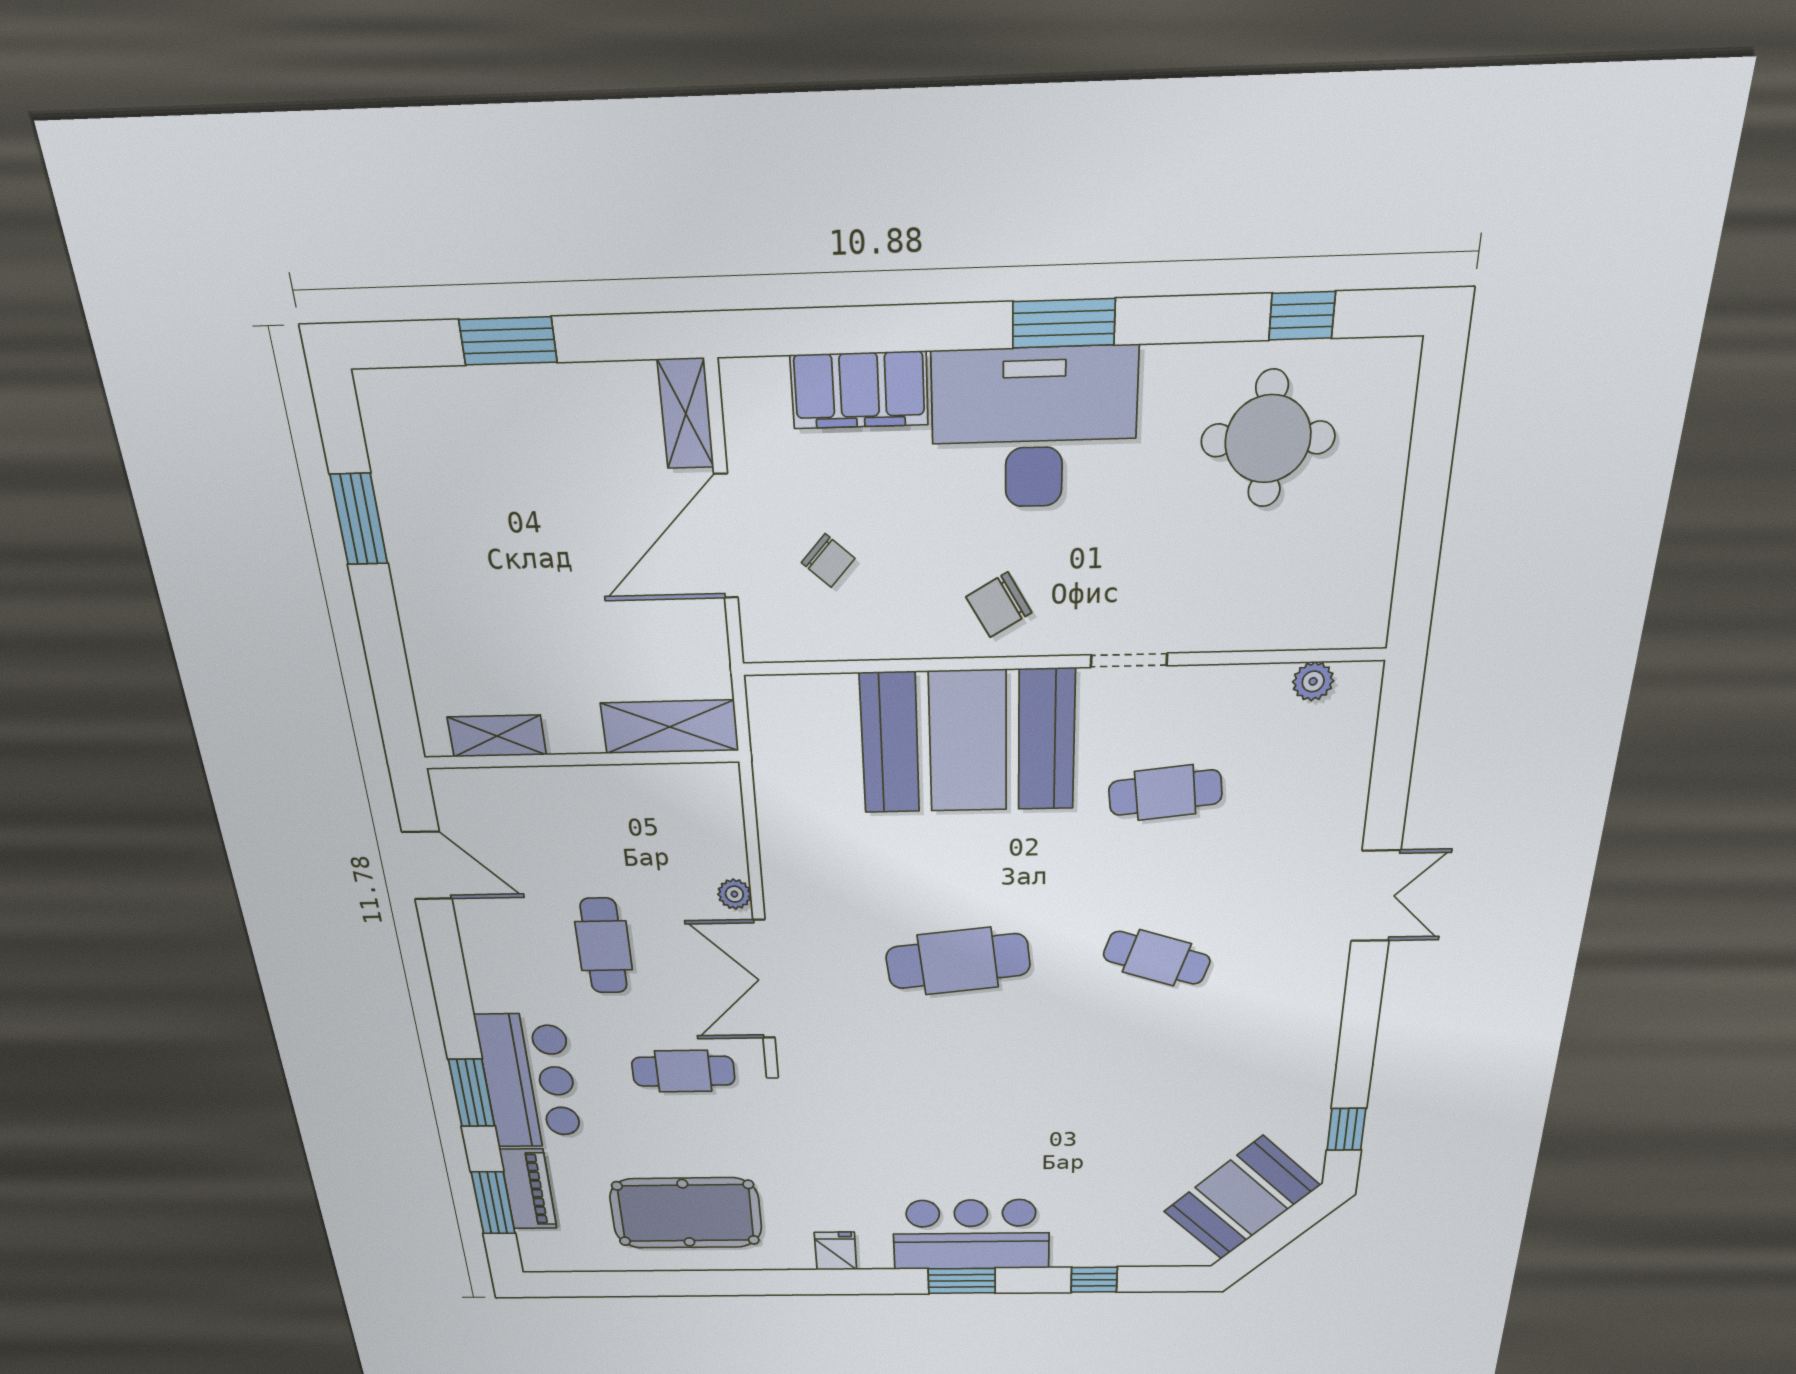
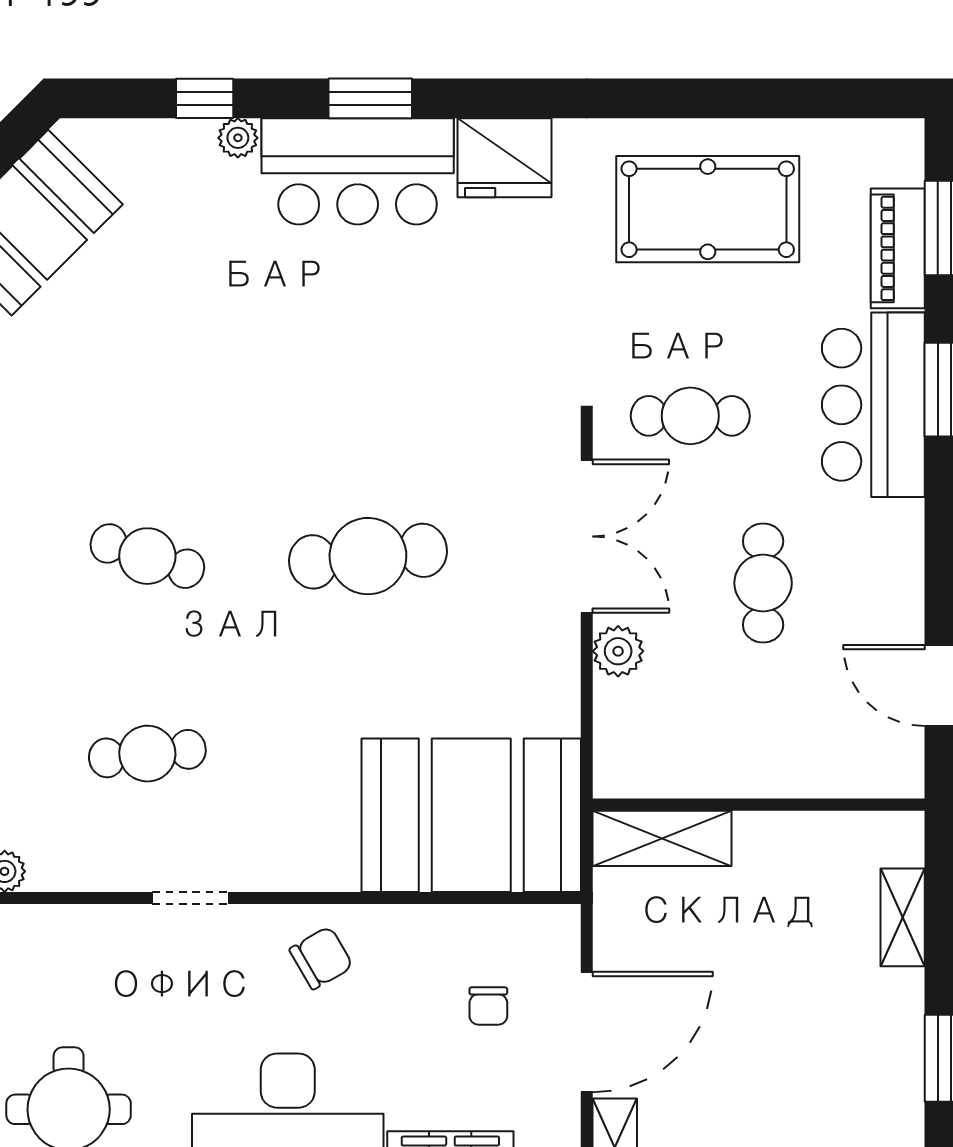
chair: (828, 561) -> (488, 1006), turned -132
shelving: (497, 736) -> (903, 917), moved, turned 90
booth: (968, 741) -> (471, 815), moved
plant: (734, 894) -> (618, 651), width x1.38, depth x1.38
fridge: (836, 1251) -> (504, 158), width x1.88, depth x1.34
plant: (1068, 1255) -> (238, 138), added

